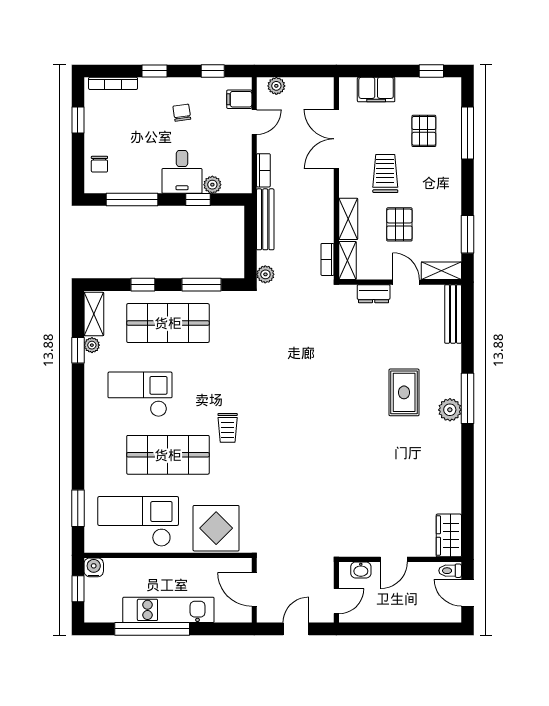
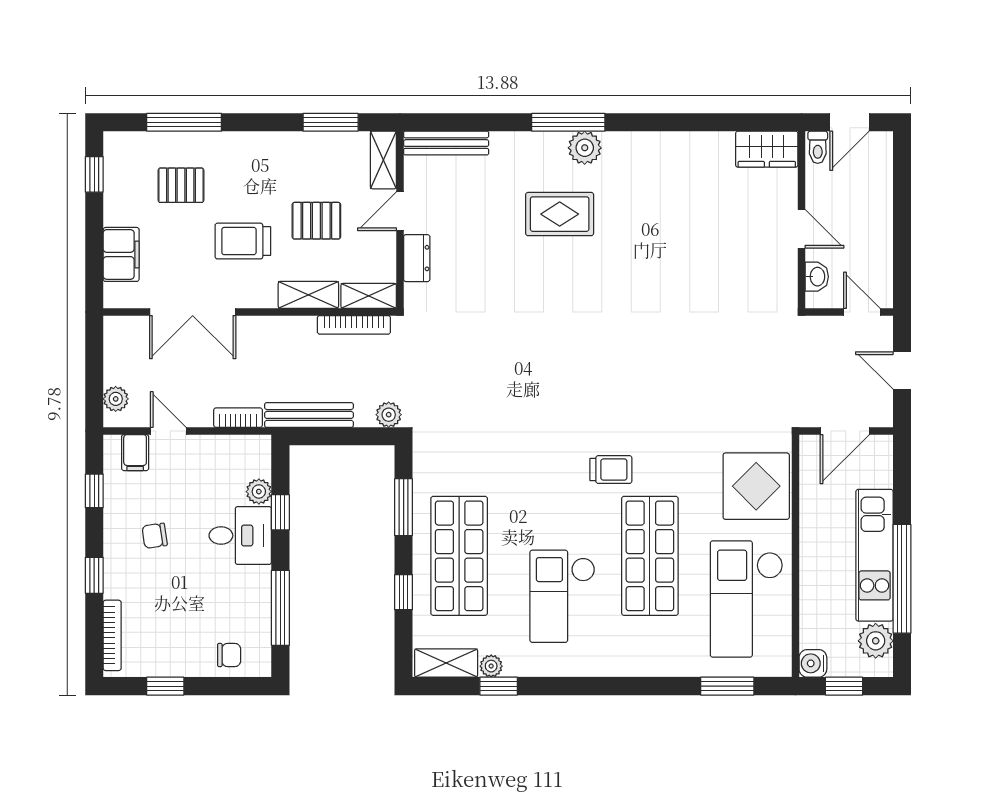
bookcase: (327, 259) -> (354, 325), width x1.56
plant: (109, 611) -> (876, 641), added

